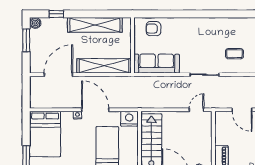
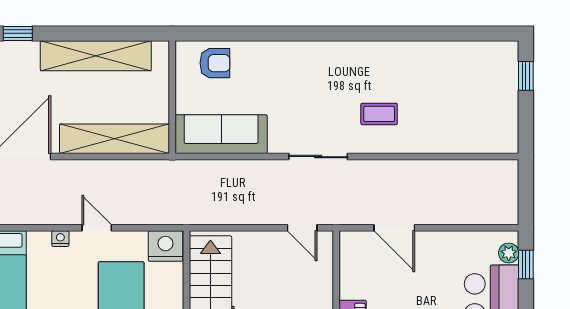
armchair: (154, 29) -> (215, 63), turned 180
door: (95, 110) -> (97, 228), width x0.53
door: (196, 110) -> (302, 228), swing flipped

